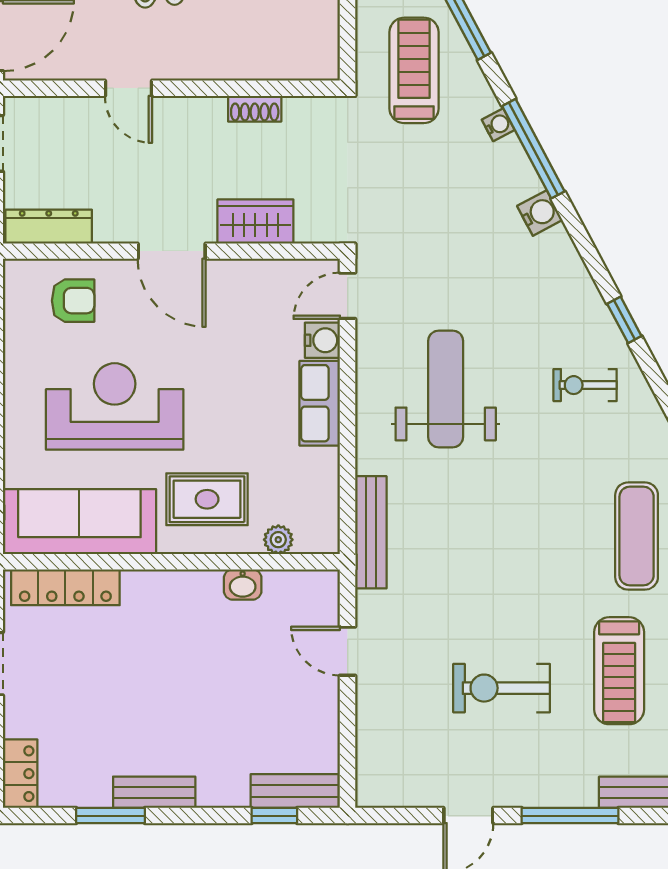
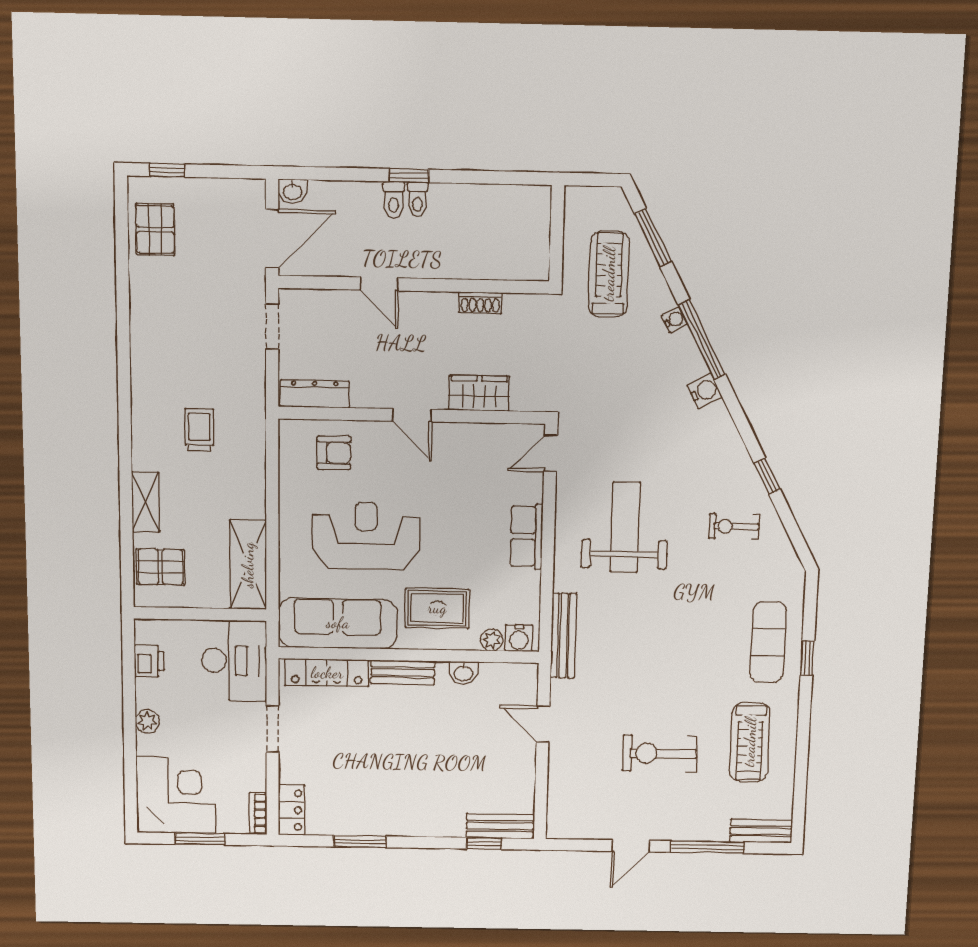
door: (172, 251) -> (412, 415), width x0.73
water cooler: (322, 340) -> (519, 638), moved, turned 90
bench: (154, 792) -> (403, 672), moved

